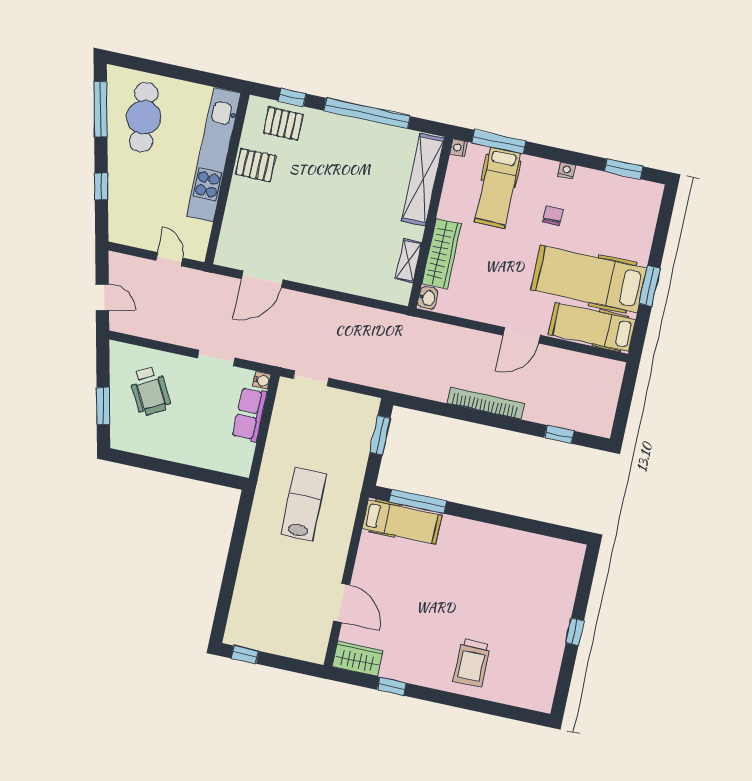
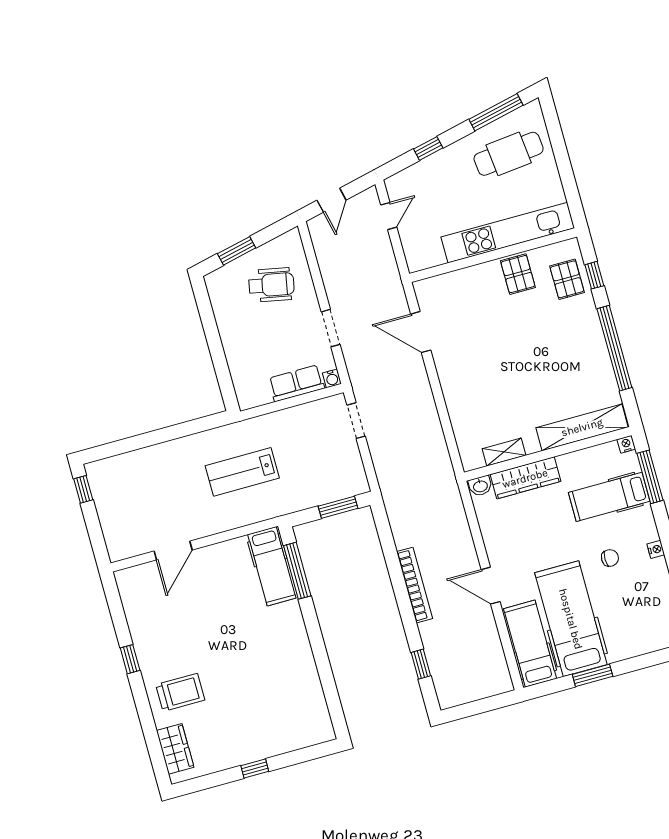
door: (169, 259) -> (389, 216), moved
wheelchair: (150, 391) -> (271, 285), turned -141
lab bench: (304, 504) -> (242, 472), turned 180
wardrobe: (358, 659) -> (175, 749), moved
trolley: (472, 663) -> (180, 692), turned 180
window: (392, 686) -> (130, 659), moved

